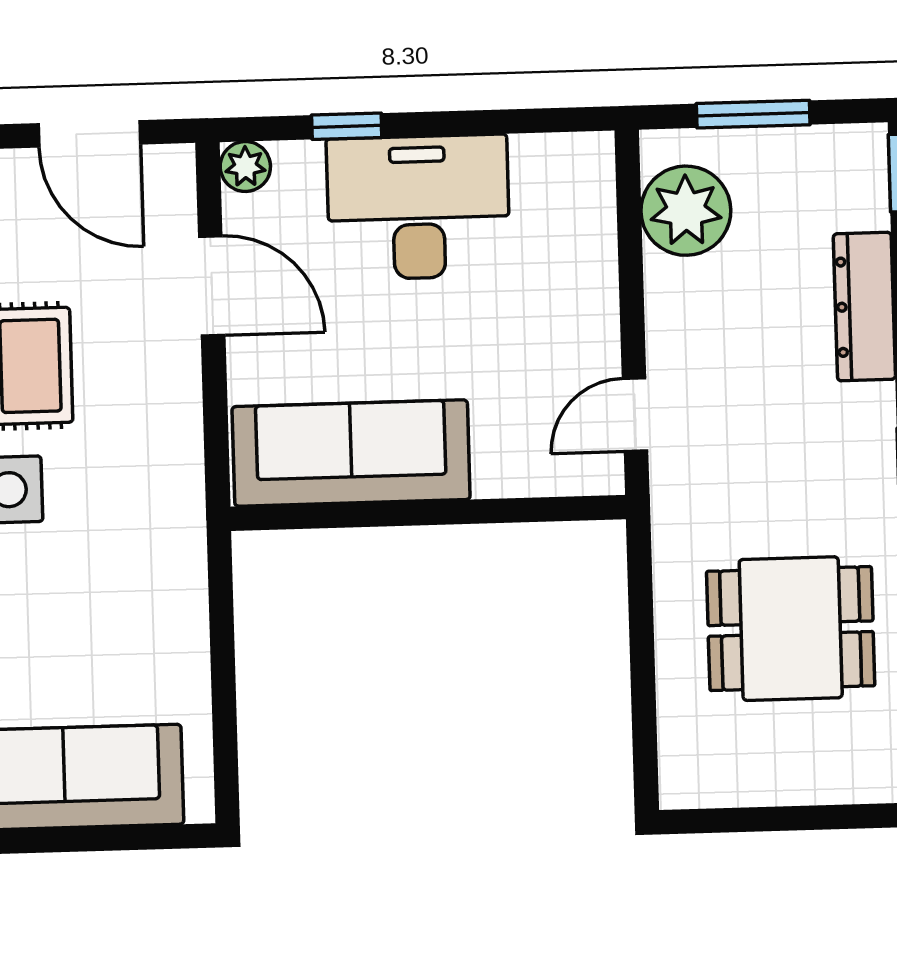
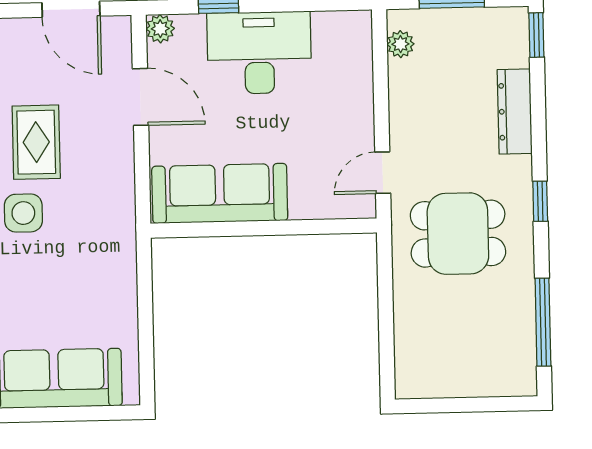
plant: (686, 211) -> (400, 44), width x0.53, depth x0.53
dining table: (791, 629) -> (458, 234), moved

